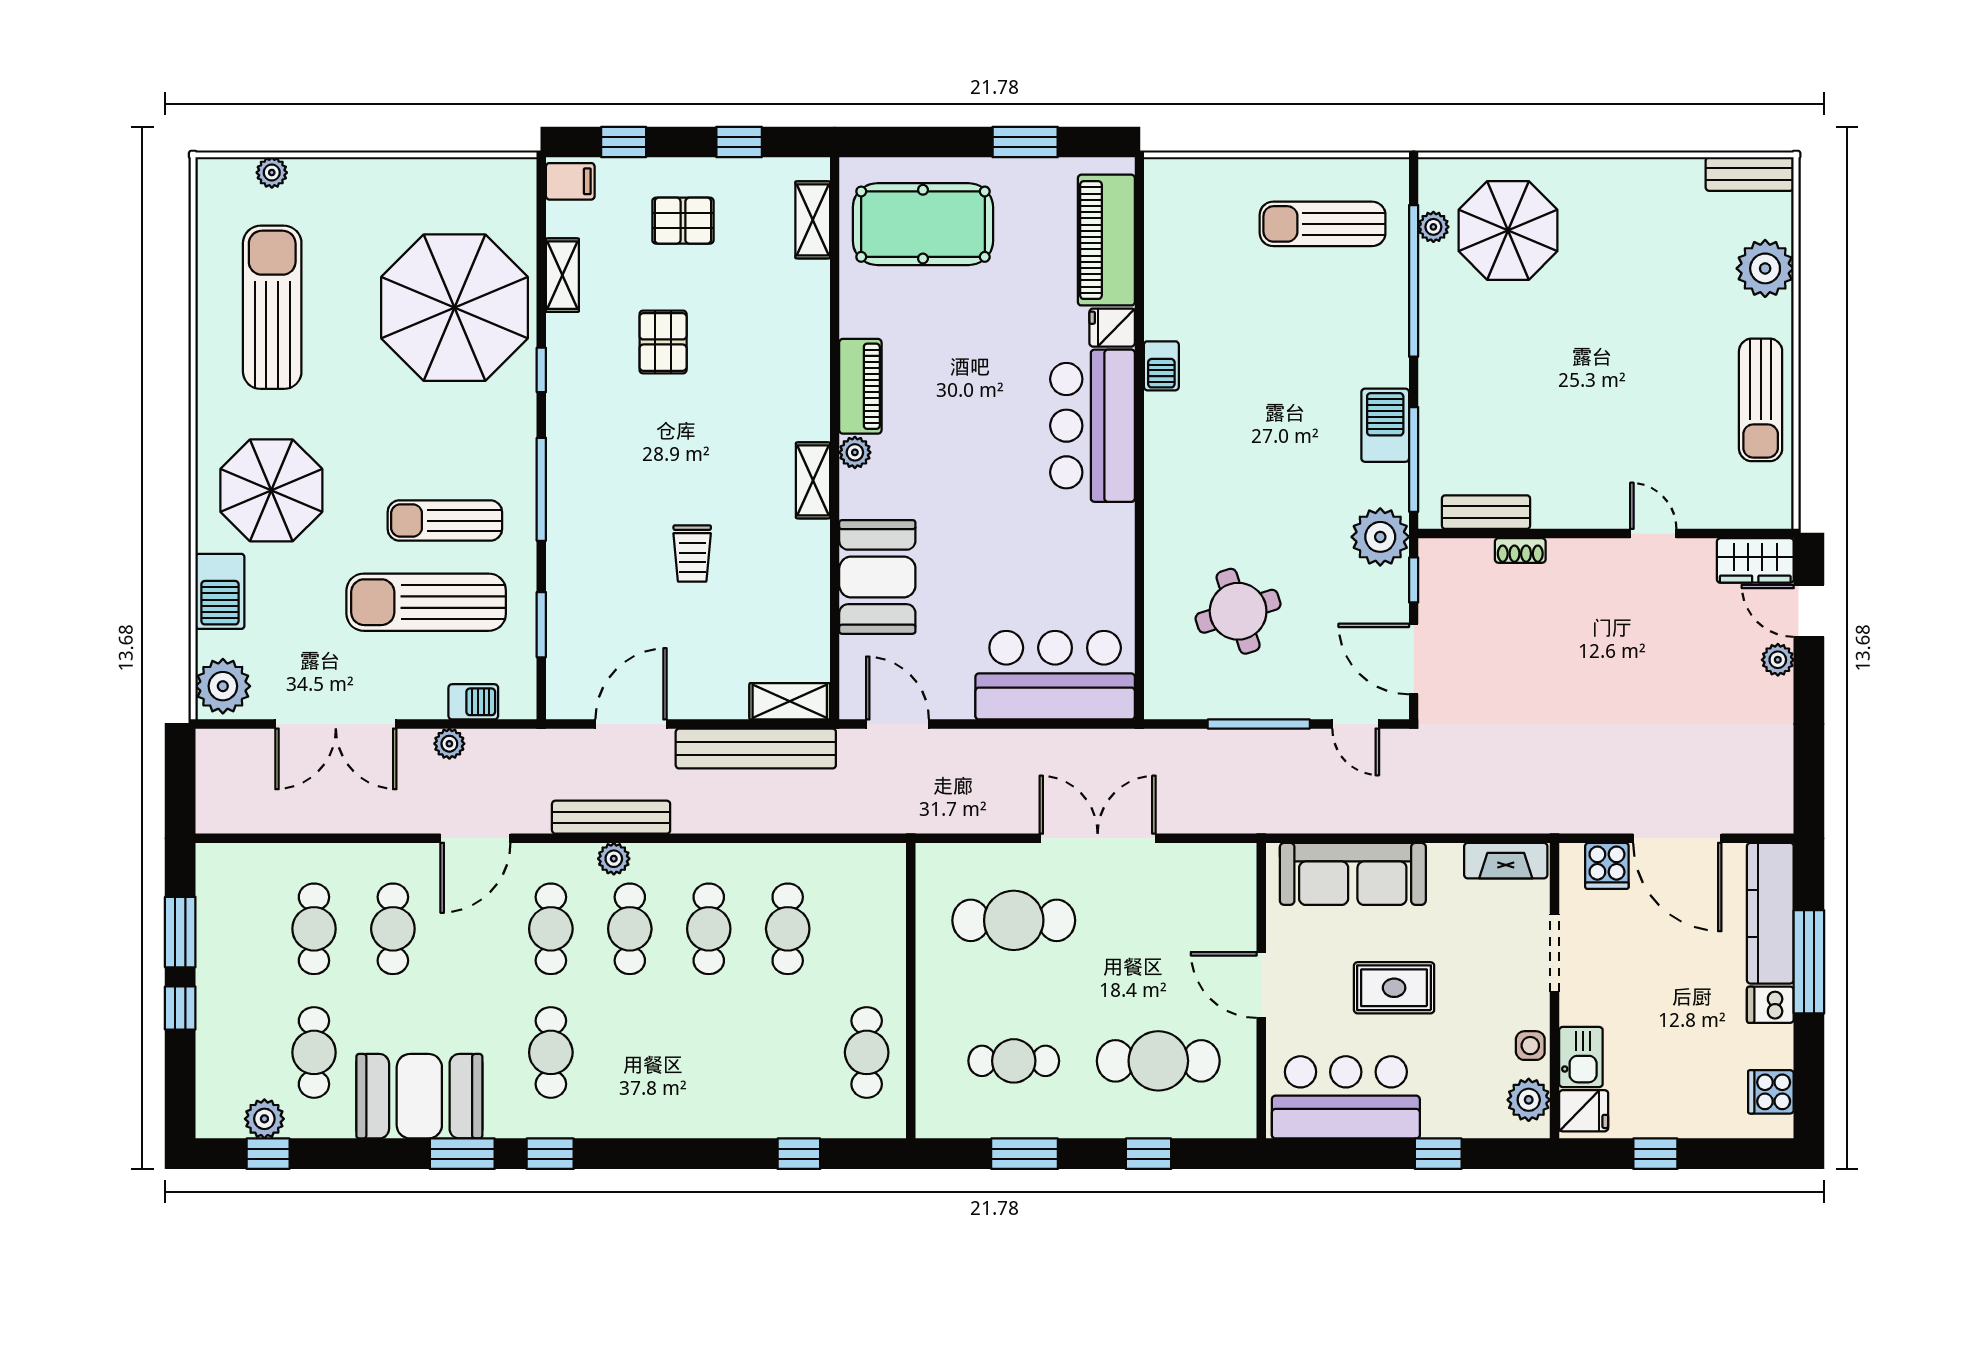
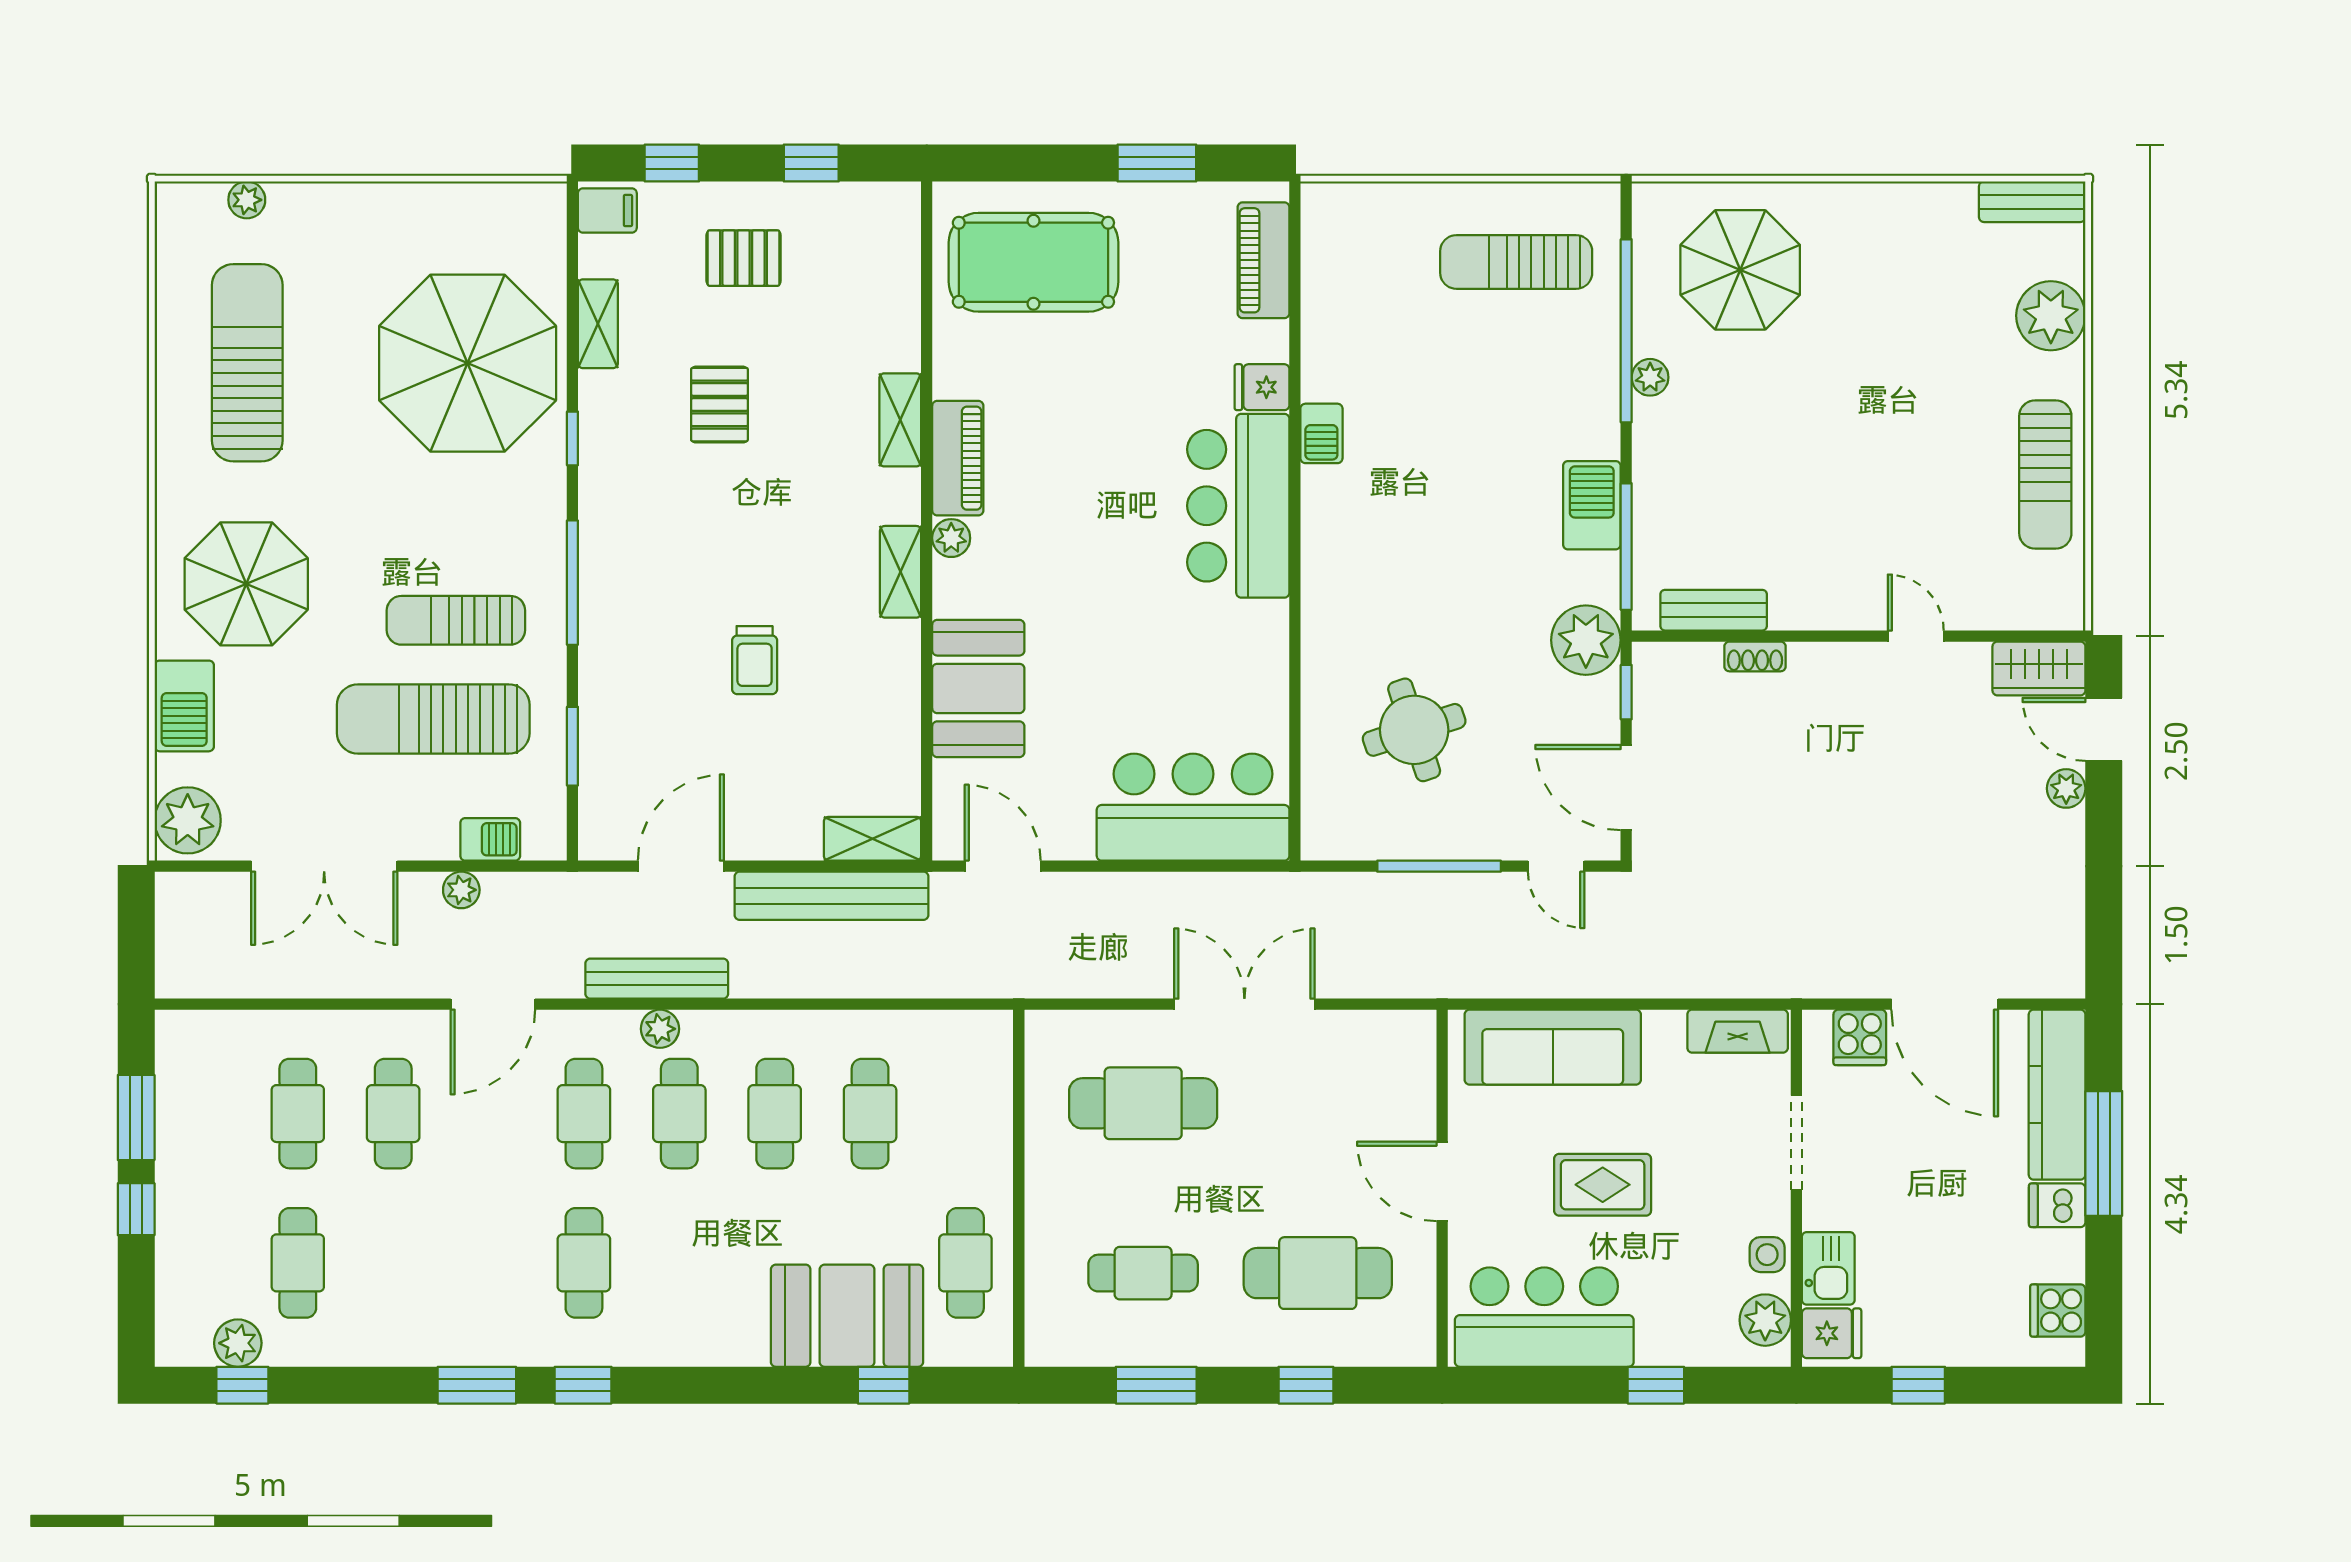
shelving: (813, 220) -> (900, 420), moved
plant: (1433, 227) -> (1650, 377), moved
piano: (1106, 240) -> (1263, 260), width x0.73, depth x0.75
booth: (419, 1096) -> (847, 1316), moved

